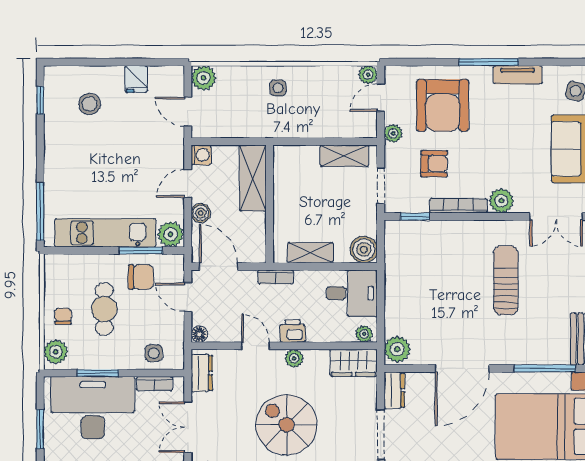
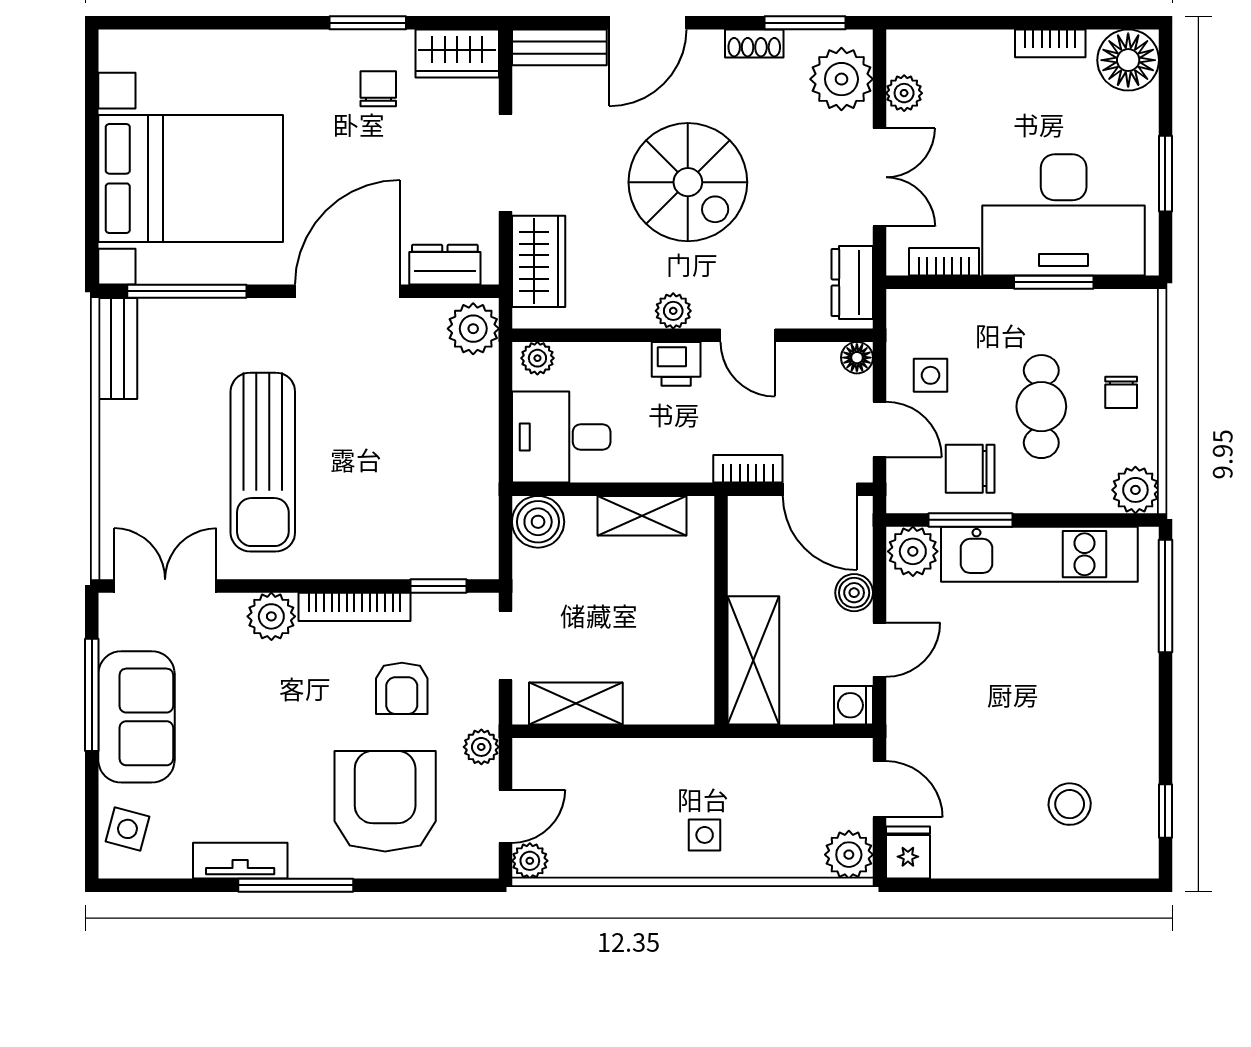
fridge: (136, 79) -> (908, 852), moved
armchair: (434, 164) -> (402, 688), turned -91
bookcase: (276, 277) -> (748, 469), moved
sun lounger: (506, 280) -> (263, 462), width x1.36, depth x1.34
plant: (56, 352) -> (1135, 490), moved
side table: (154, 353) -> (930, 375), moved
wardrobe: (354, 363) -> (539, 261), moved, turned 90
dresser: (394, 390) -> (445, 265), moved, turned 90

